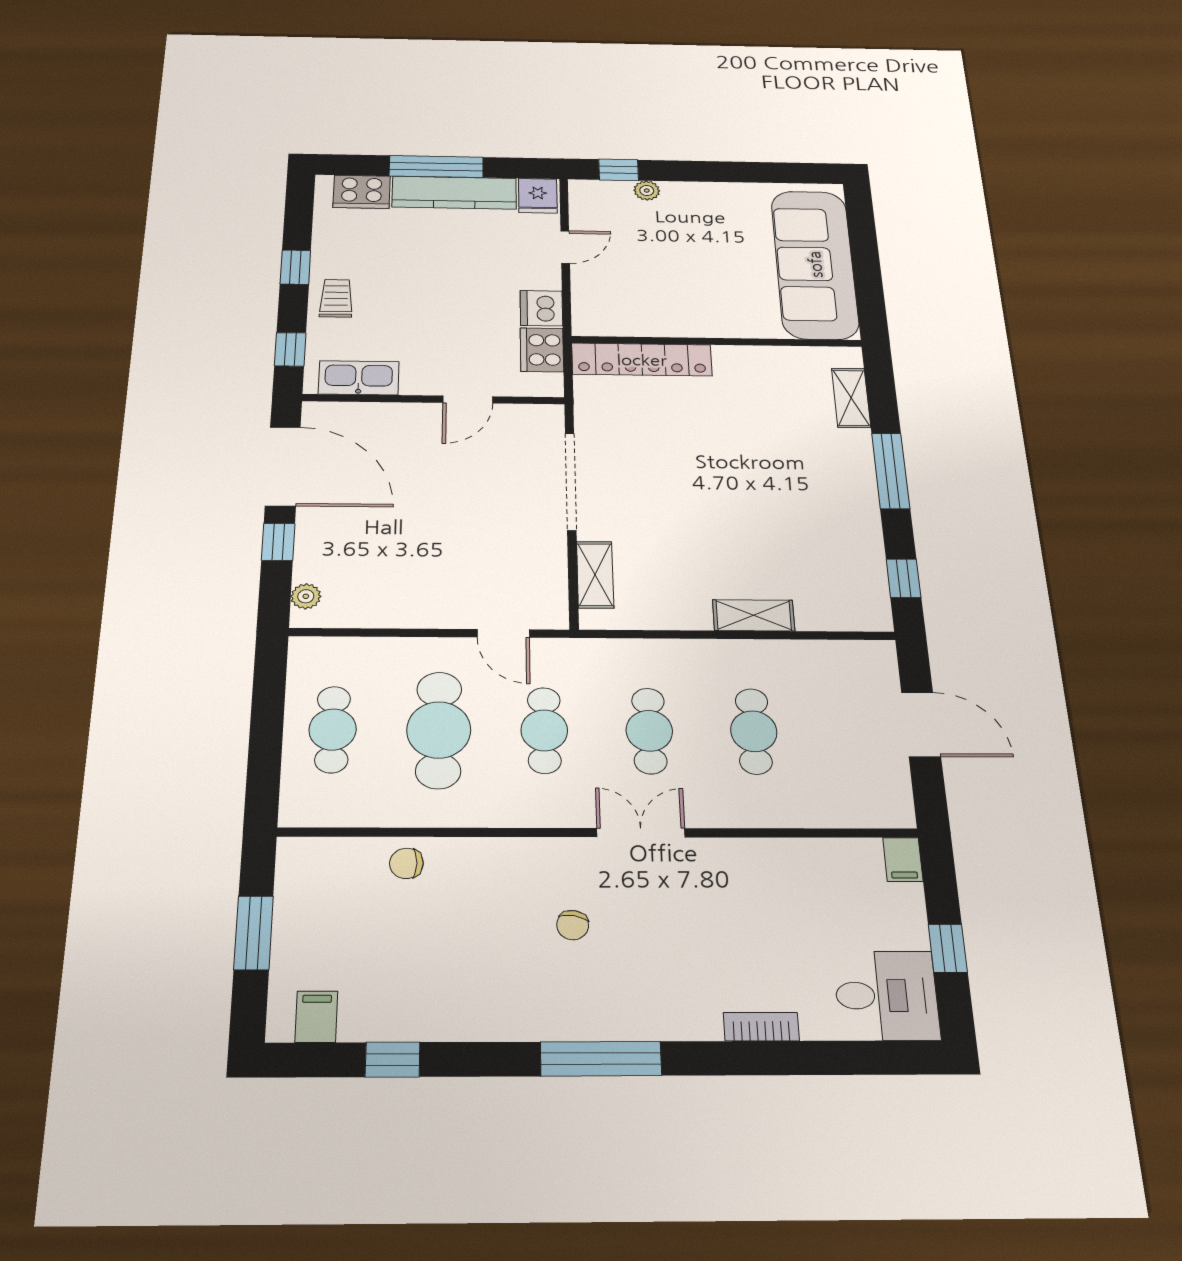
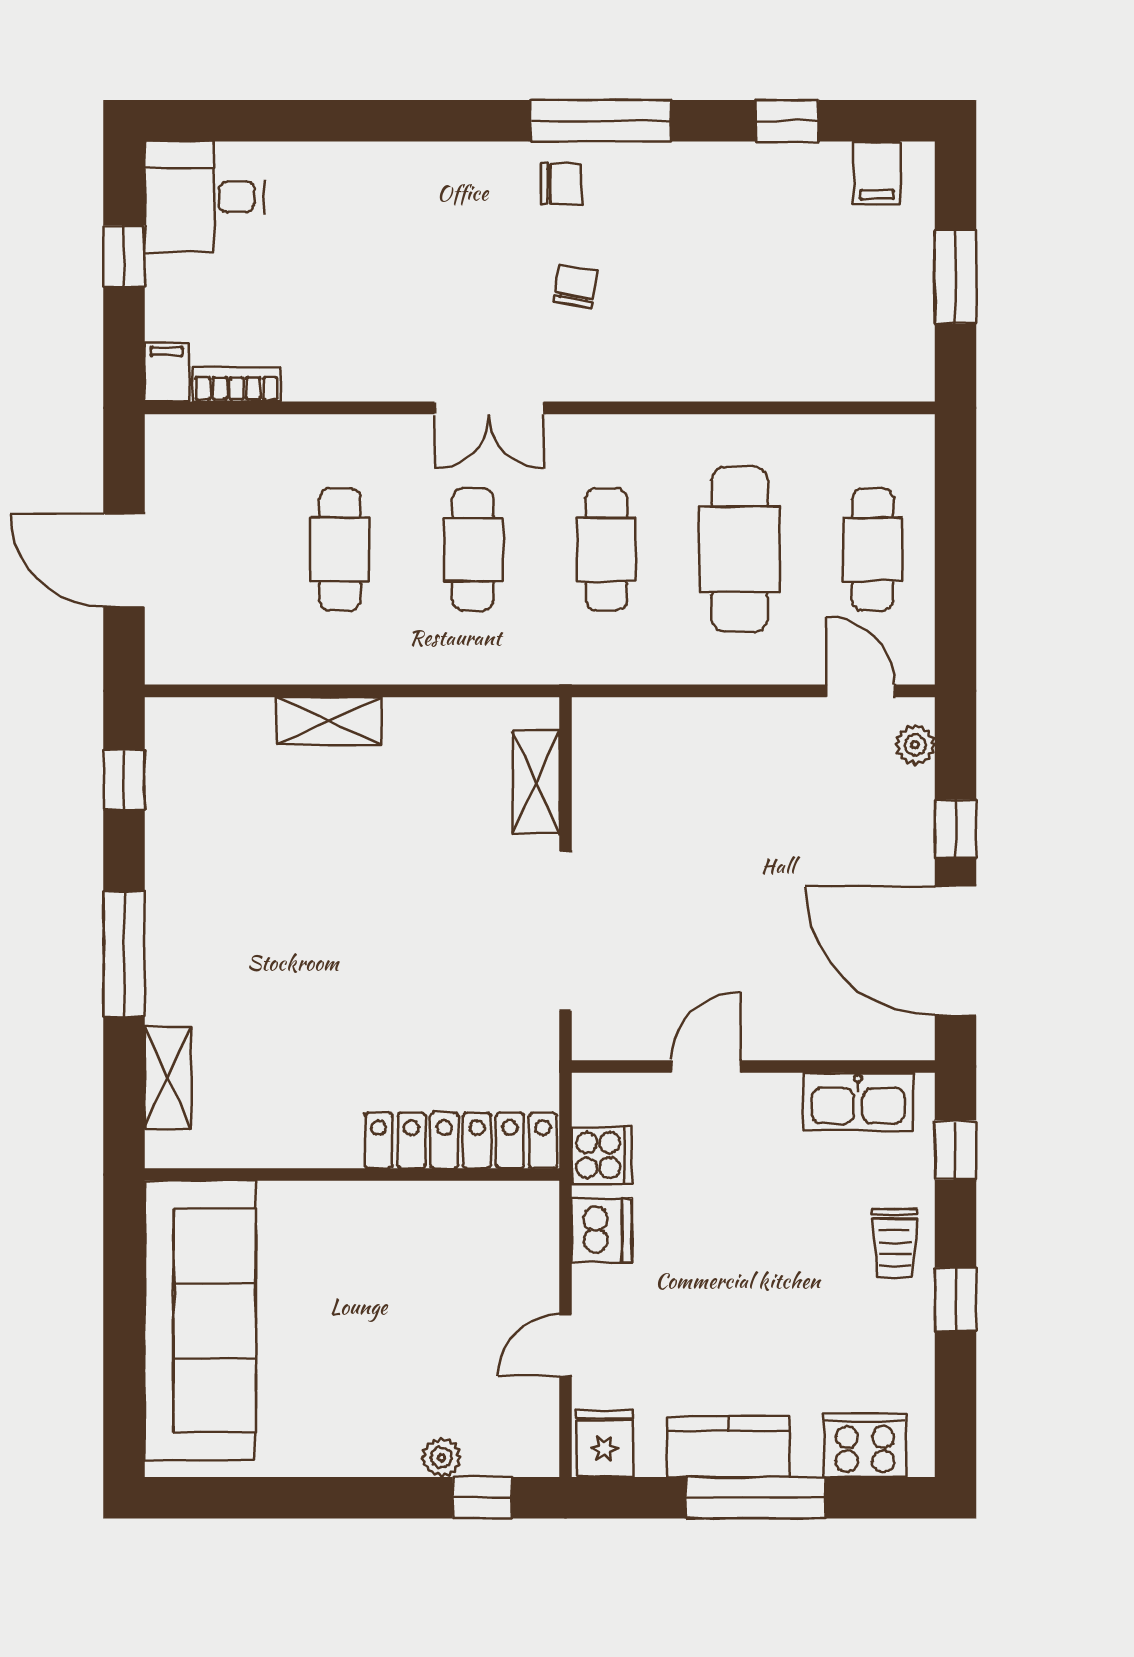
kitchen counter: (454, 193) -> (728, 1447), width x0.67
cooker: (542, 350) -> (602, 1155), width x0.73
door: (503, 633) -> (860, 691), moved
chair: (406, 863) -> (561, 184), moved
bookcase: (761, 1027) -> (237, 384), moved, turned 180
window: (601, 1059) -> (601, 121), moved

